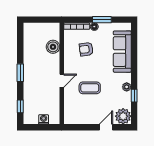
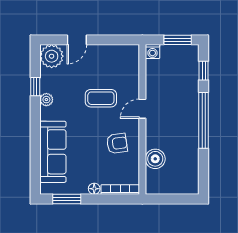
window: (102, 20) -> (67, 199), moved
armchair: (86, 49) -> (117, 143), moved
window: (20, 73) -> (204, 120), width x2.11
washing machine: (44, 119) -> (152, 52), moved
window: (38, 127) -> (178, 40), added

